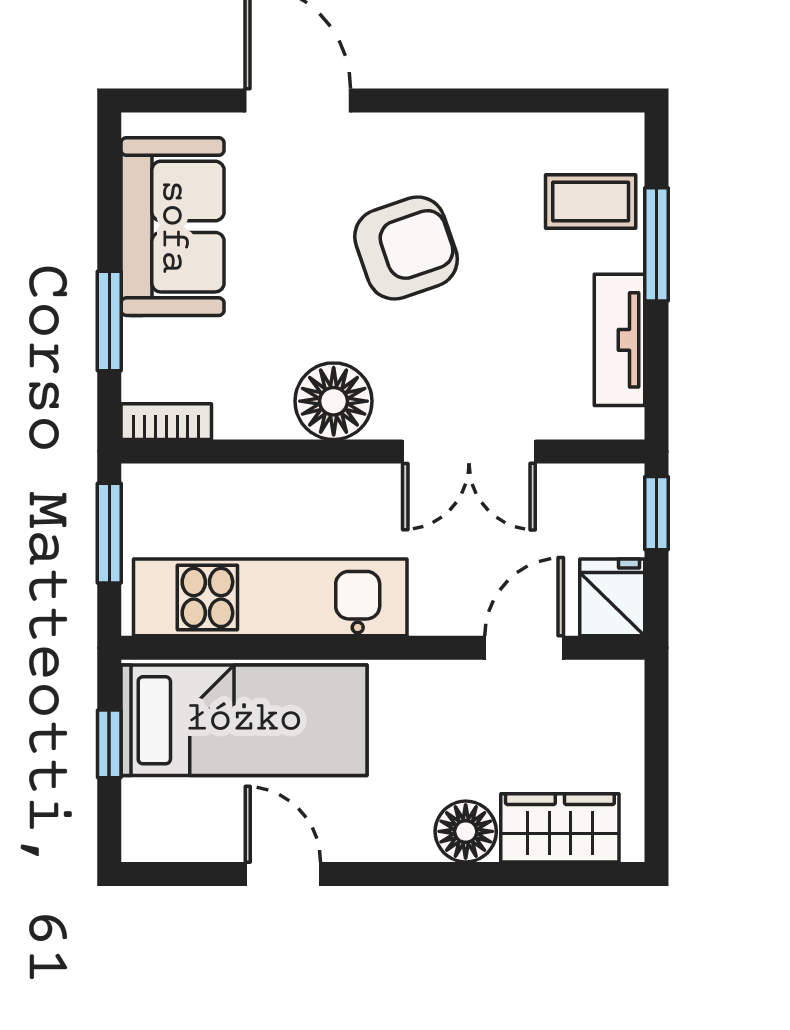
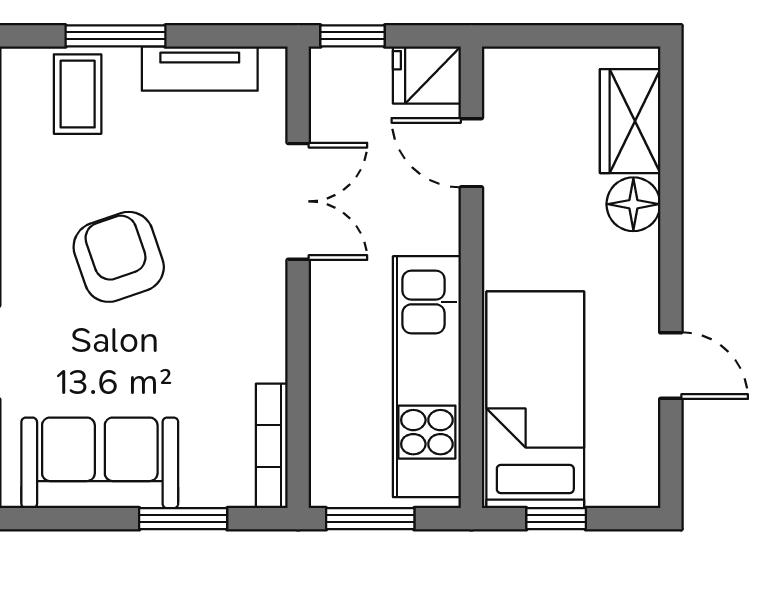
floor lamp: (334, 401) -> (254, 321), removed
bookcase: (166, 422) -> (272, 446), width x1.56
door: (283, 874) -> (671, 366), swing flipped

